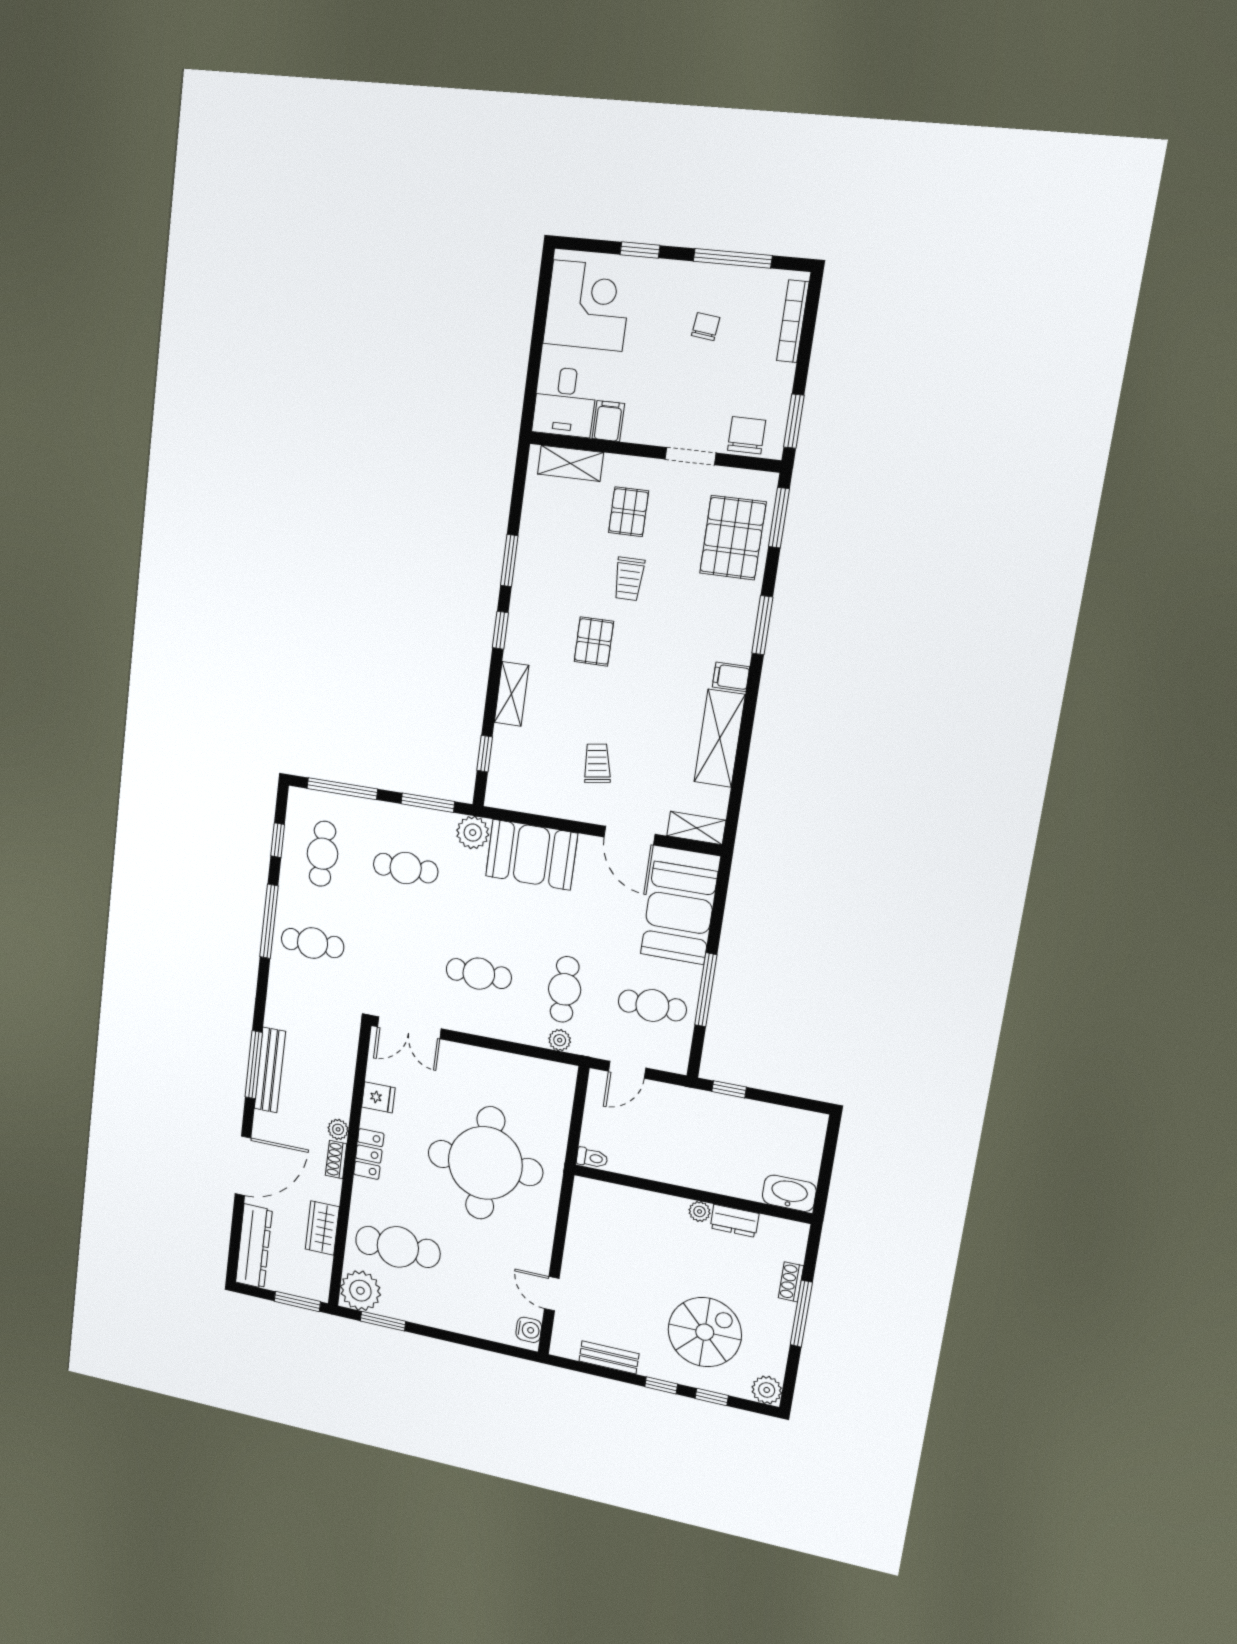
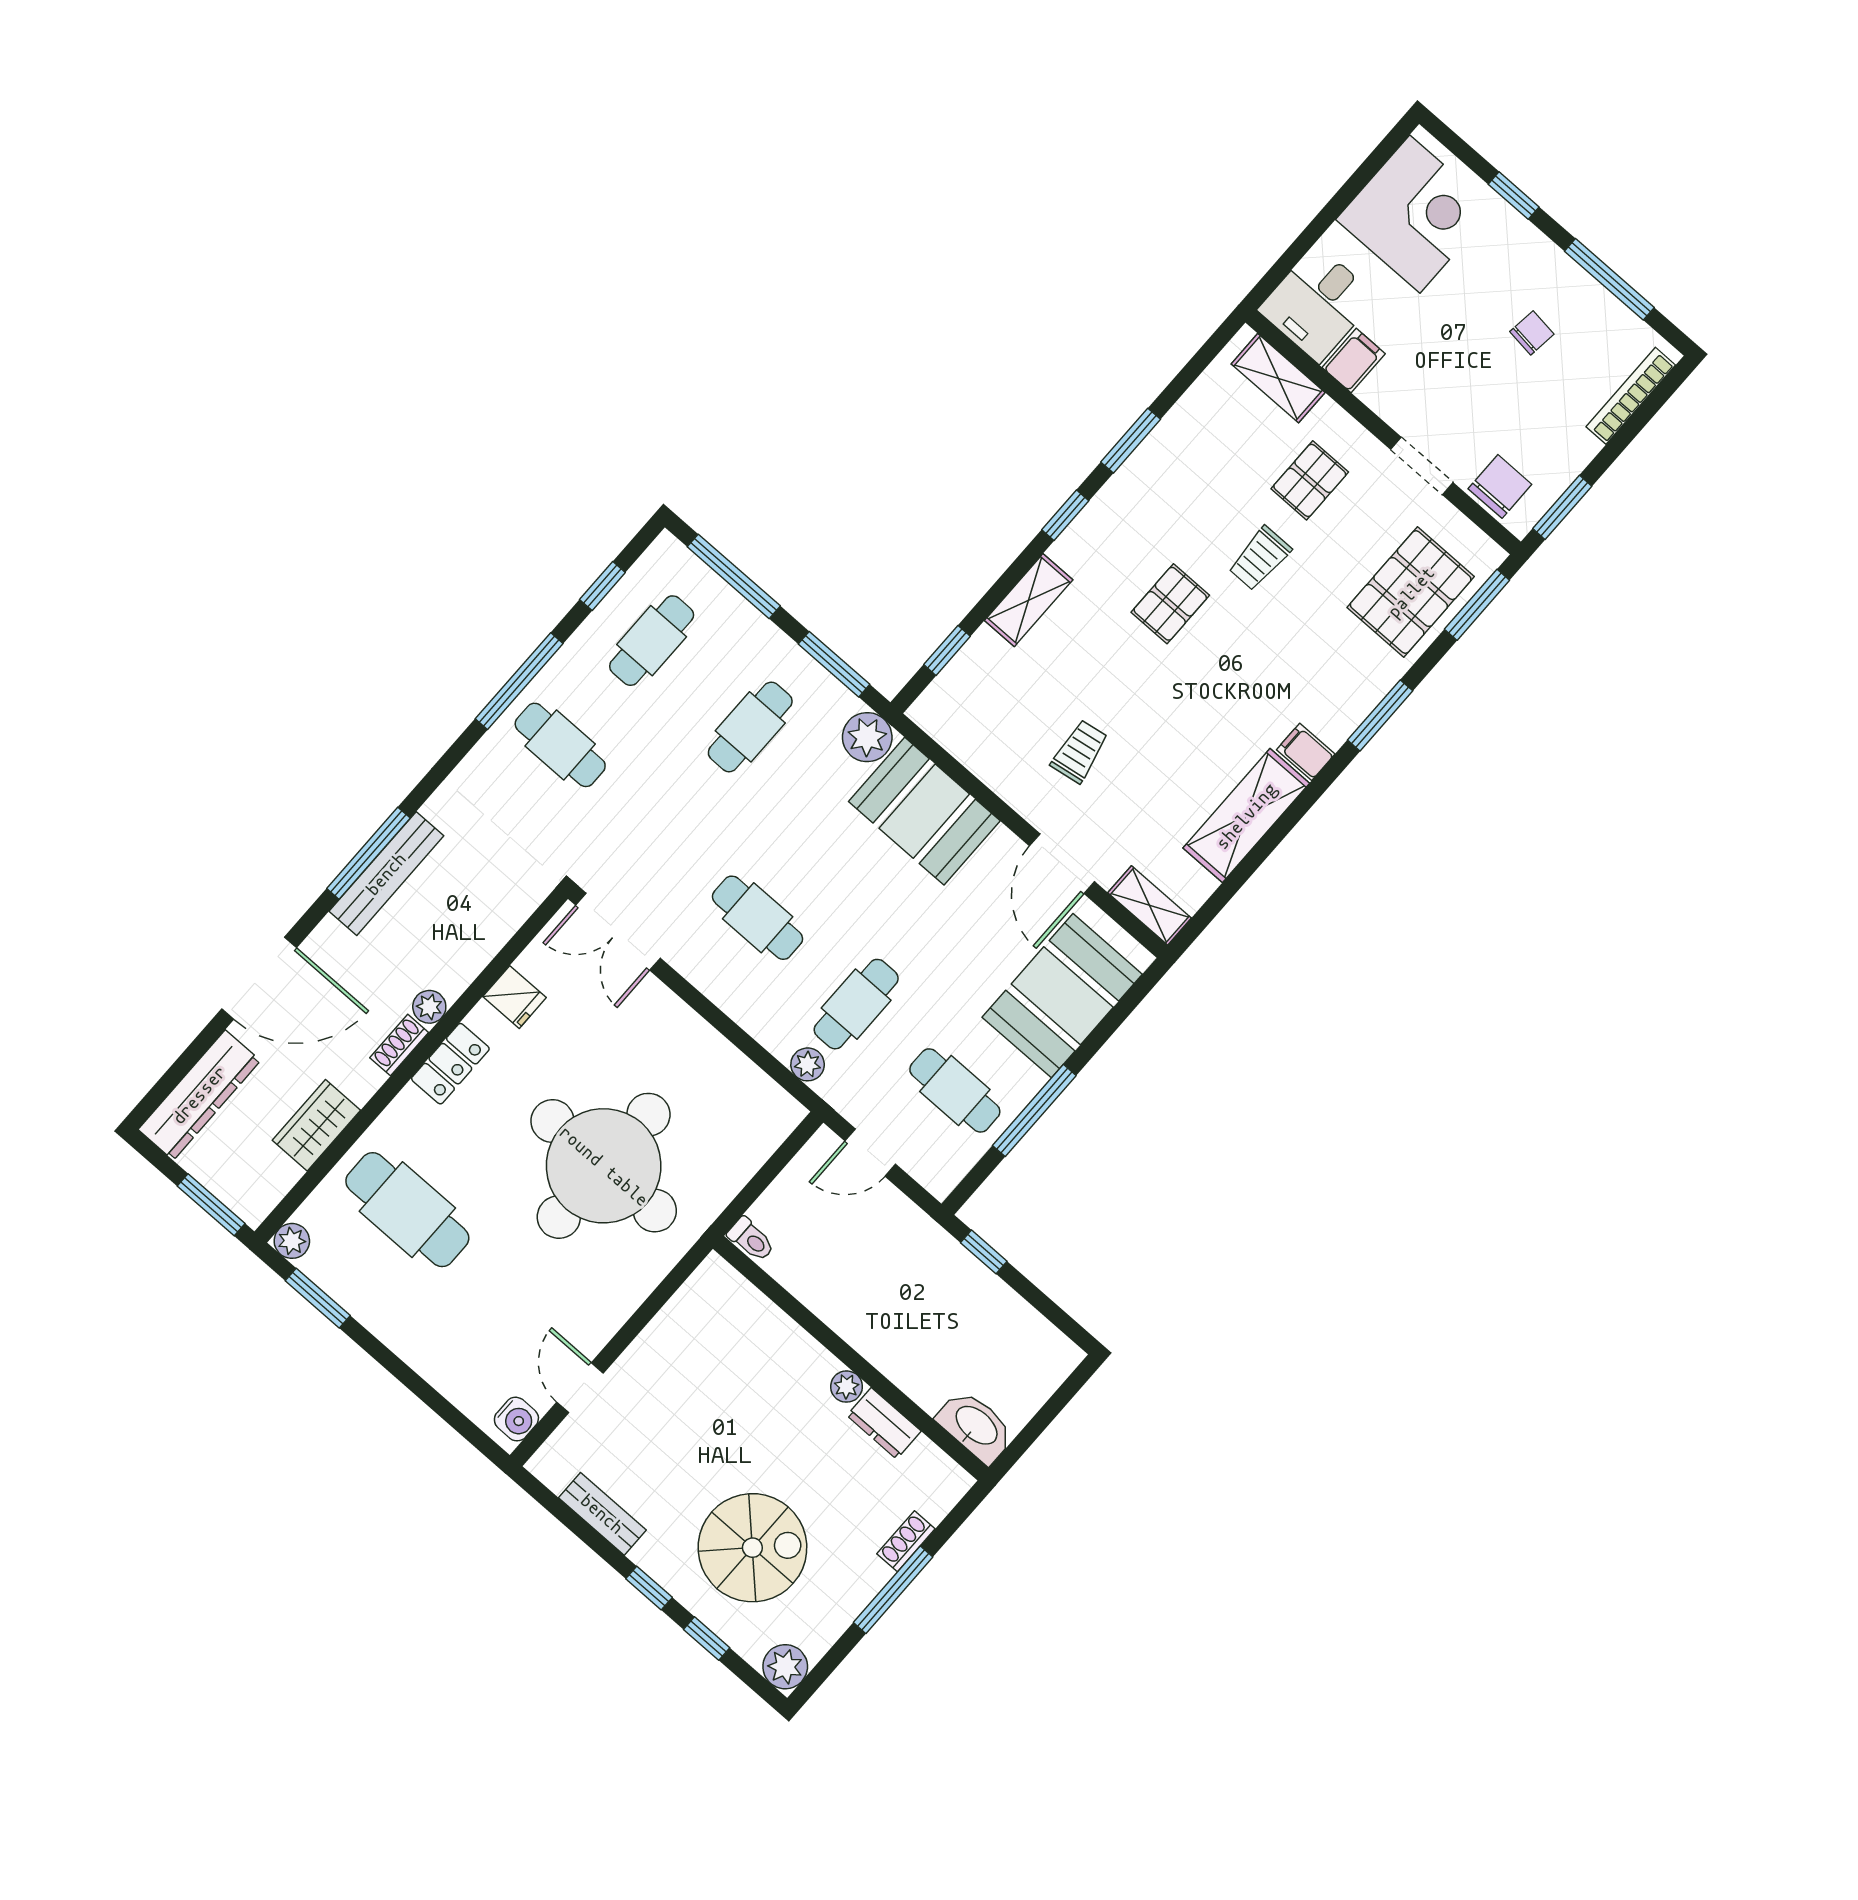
cafe table: (406, 868) -> (750, 727), turned 90
plant: (360, 1291) -> (292, 1241), width x0.53, depth x0.53

